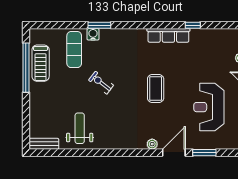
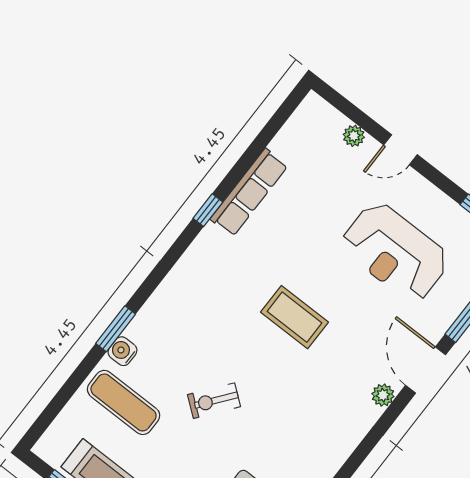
window: (193, 25) -> (208, 210), moved
row of seats: (168, 35) -> (249, 192), moved

